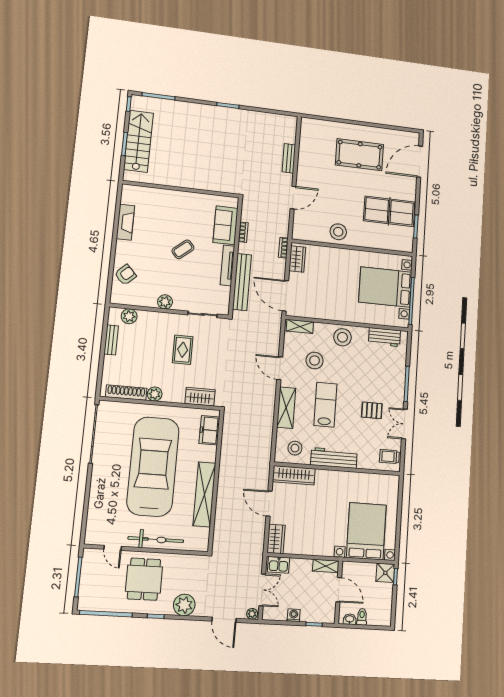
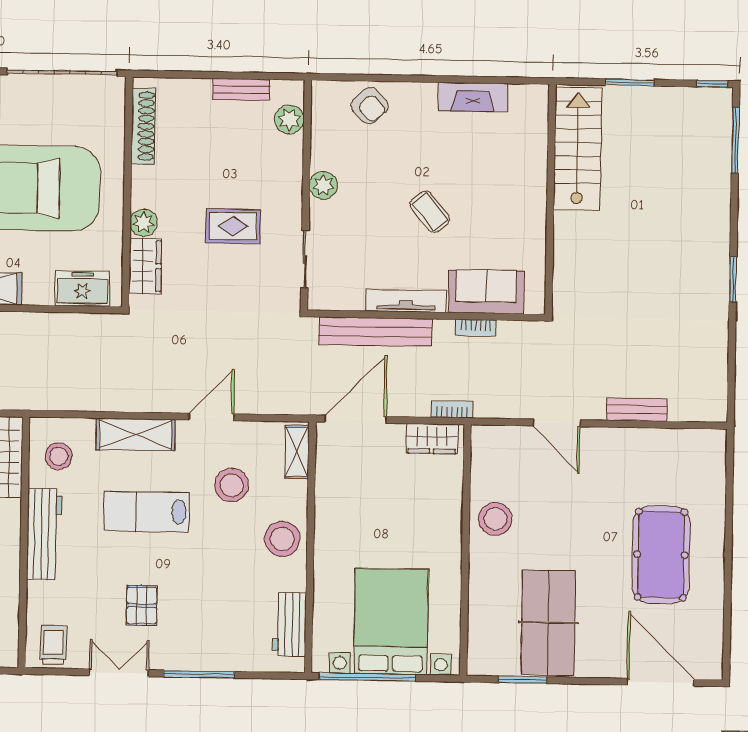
stairs: (138, 141) -> (578, 149), moved, turned -90
plant: (155, 394) -> (144, 223), moved
lab bench: (325, 405) -> (146, 512), turned 180

